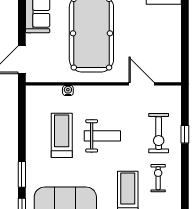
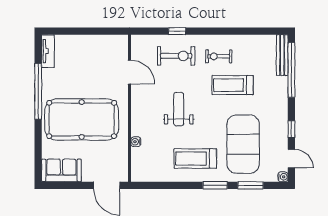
door: (142, 84) -> (129, 72), swing flipped
treadmill: (62, 135) -> (195, 159), moved

